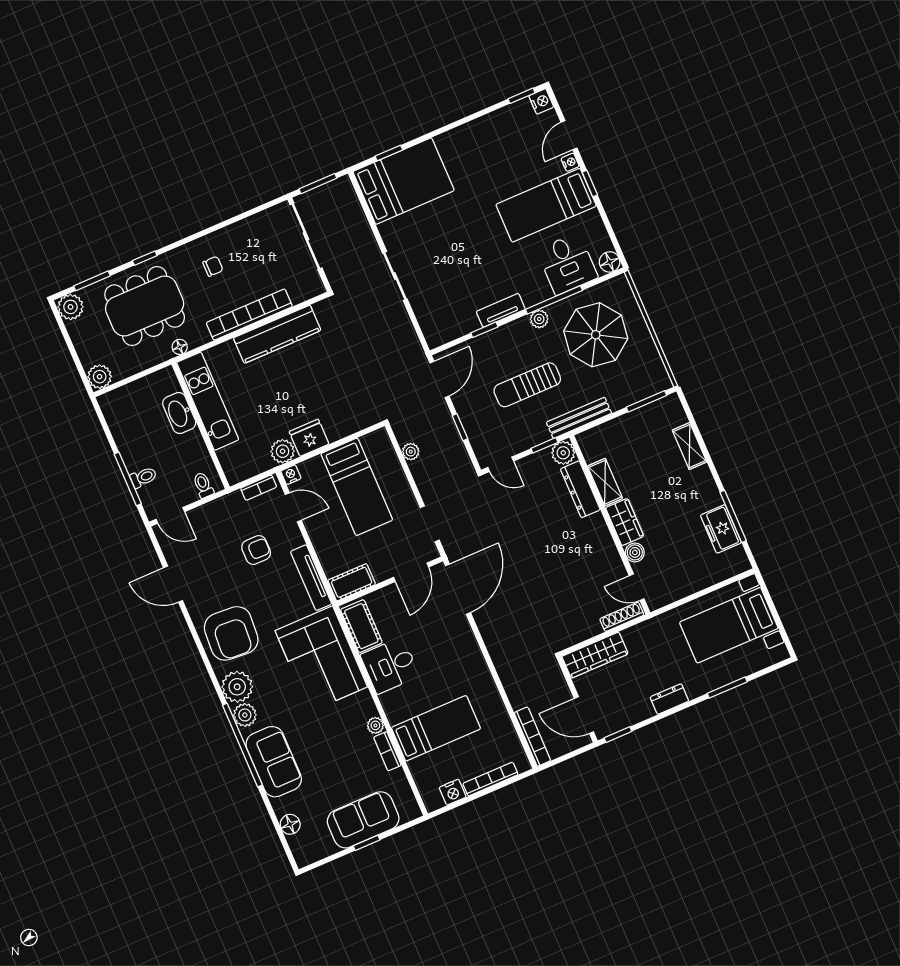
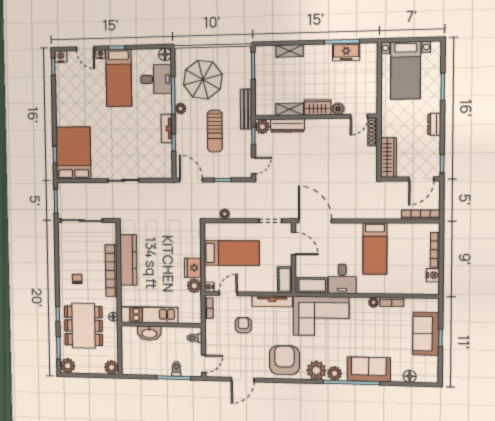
armchair: (231, 633) -> (284, 360), turned -94
bed: (436, 728) -> (375, 249), moved, turned 180

